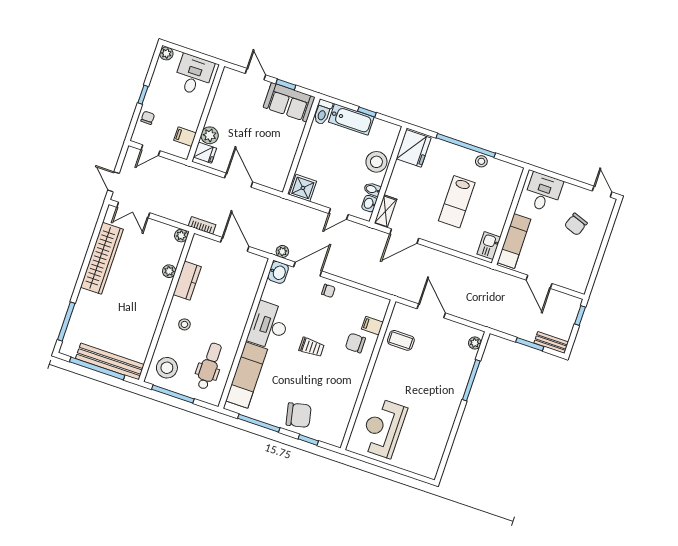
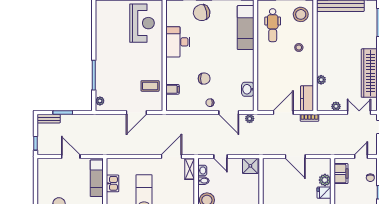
filing cabinet: (185, 137) -> (341, 174), width x2.00
fridge: (205, 153) -> (324, 193), moved
door: (339, 214) -> (221, 157), swing flipped
plant: (181, 236) -> (336, 106), moved
door: (235, 244) -> (283, 113), swing flipped
kitchen sink: (489, 246) -> (113, 183), moved
door: (308, 269) -> (229, 113), hinge flipped
washbasin: (278, 272) -> (248, 89), moved
kitchen counter: (187, 281) -> (307, 98), moved
door: (431, 311) -> (136, 113), hinge flipped
desk: (269, 326) -> (178, 42), moved, turned 180
chair: (355, 343) -> (204, 79), moved
trolley: (312, 347) -> (208, 61), removed

